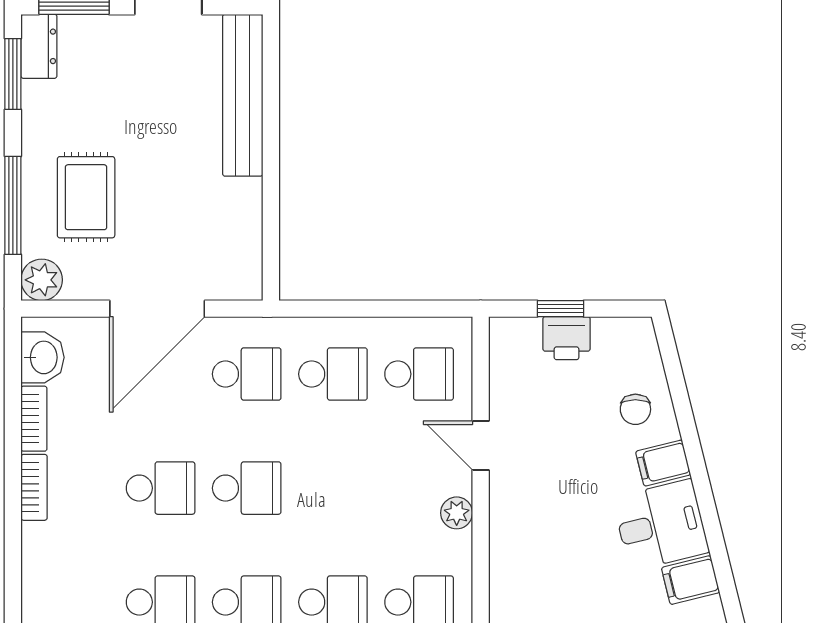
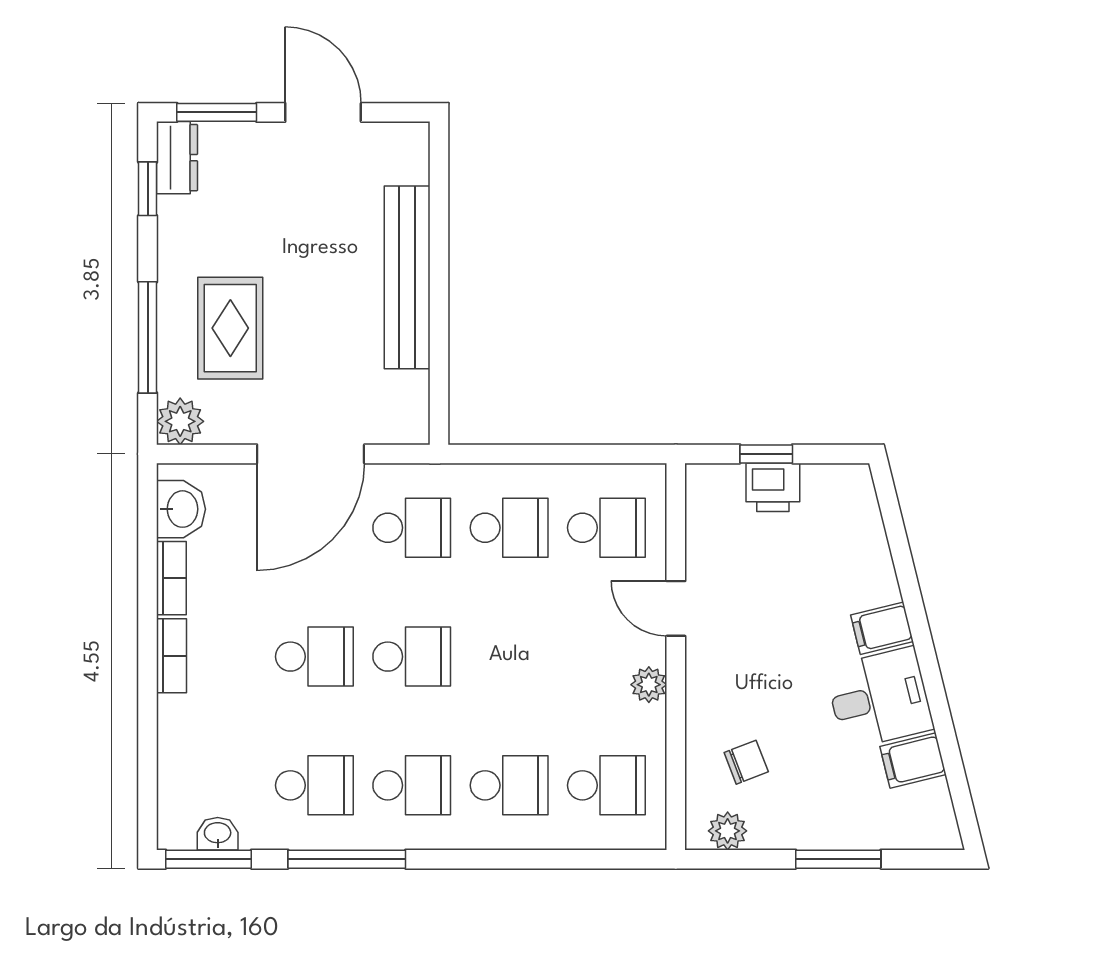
window: (13, 74) -> (148, 189), width x0.67
bench: (243, 95) -> (407, 277), moved
chair: (635, 409) -> (746, 762), moved, turned -111

